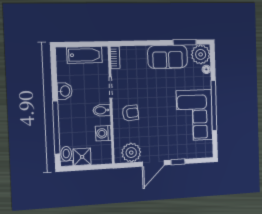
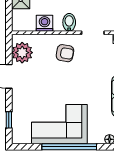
armchair: (130, 113) -> (65, 53), turned -75
window: (178, 162) -> (9, 120), moved

